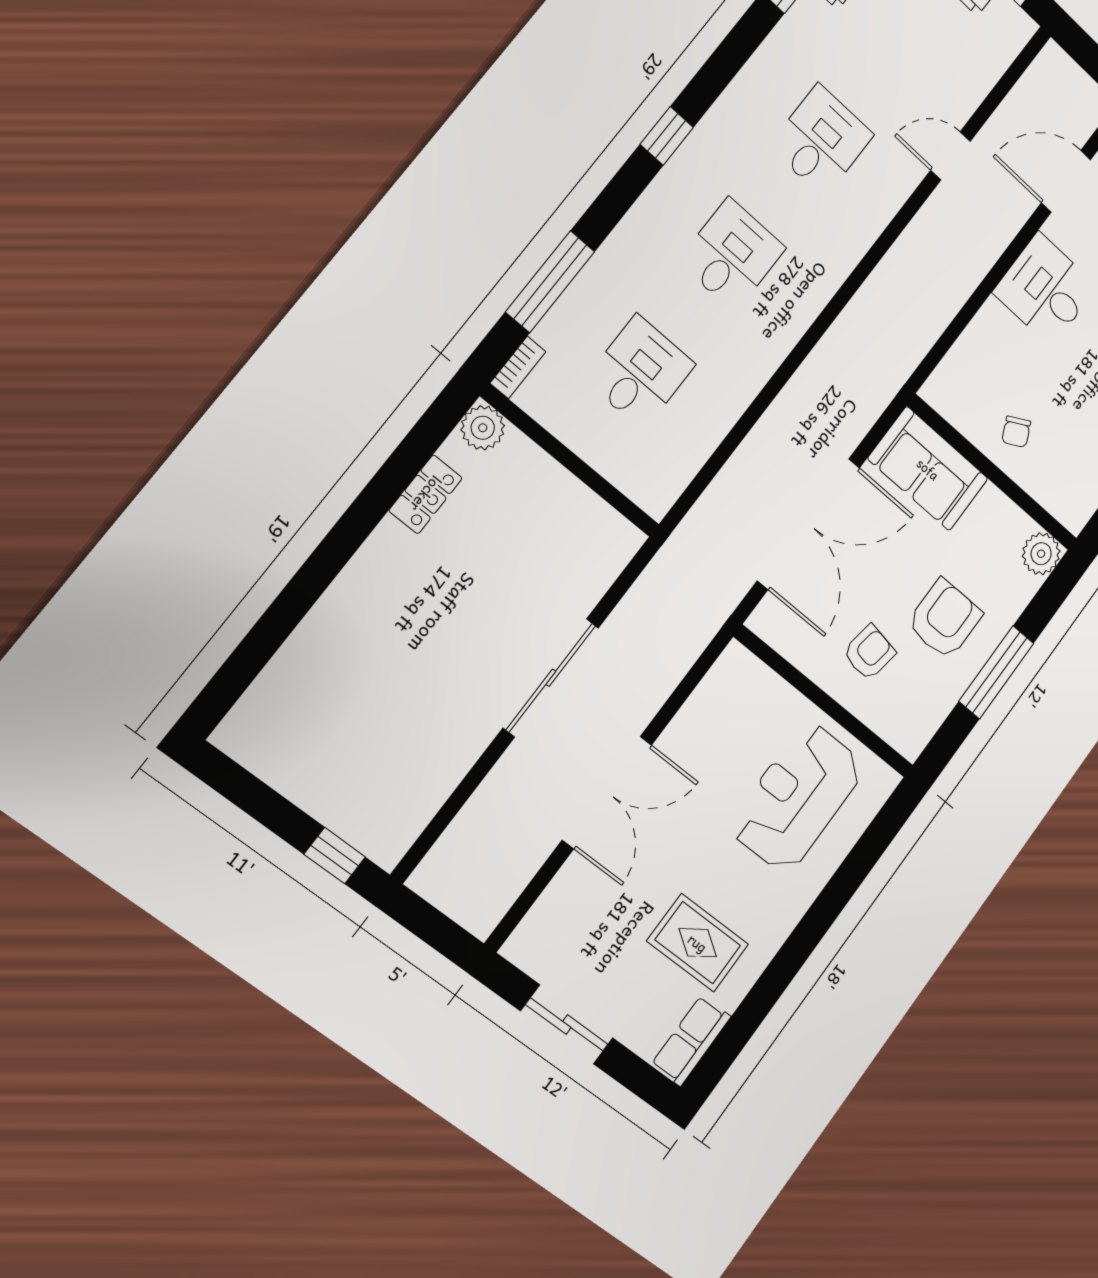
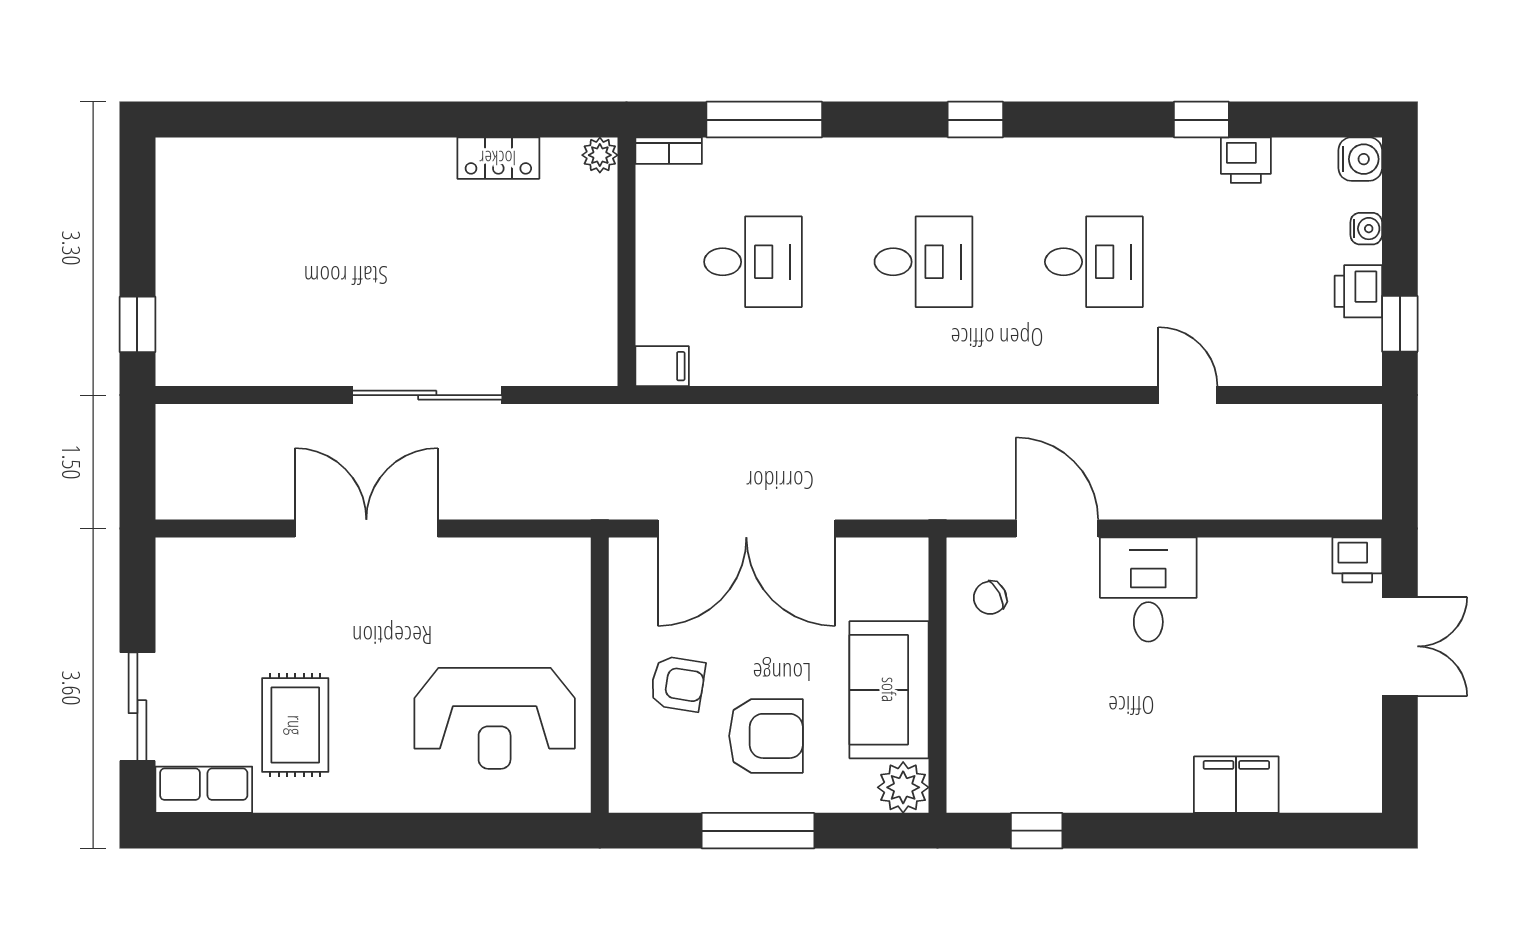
door: (1066, 181) -> (1057, 528), moved
plant: (483, 428) -> (600, 155), width x0.73, depth x0.73
chair: (1016, 432) -> (990, 598), moved
sofa: (928, 469) -> (889, 690), moved
filing cabinet: (660, 494) -> (662, 366), added
double door: (607, 792) -> (366, 528), swing flipped
reception desk: (797, 797) -> (495, 718), turned 180
sliding door: (567, 1024) -> (137, 707), moved

